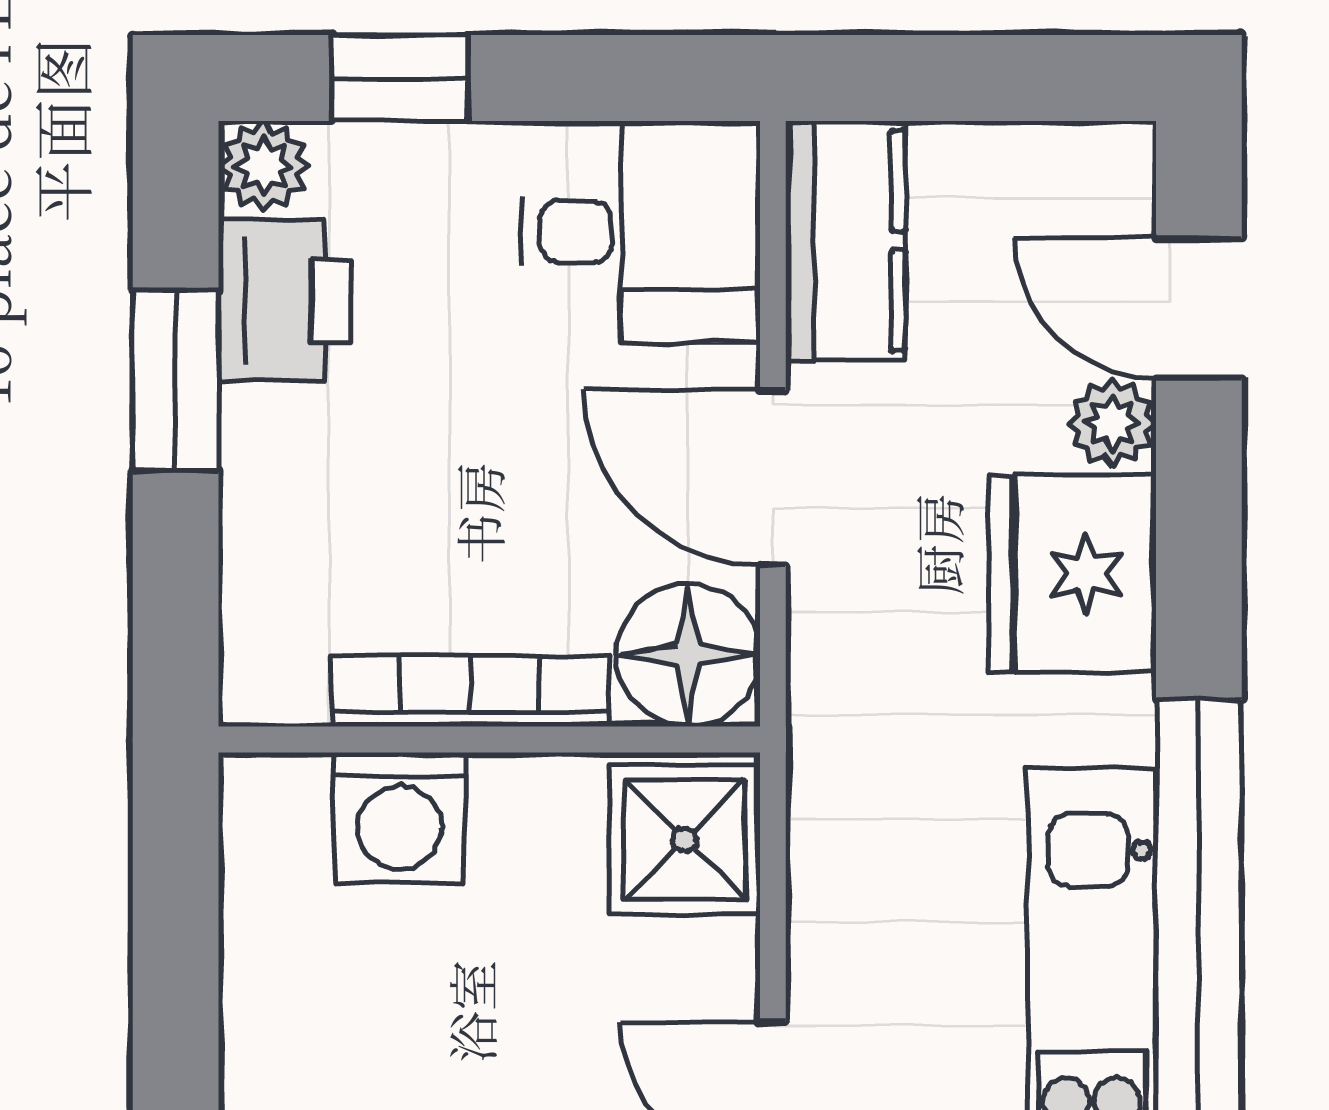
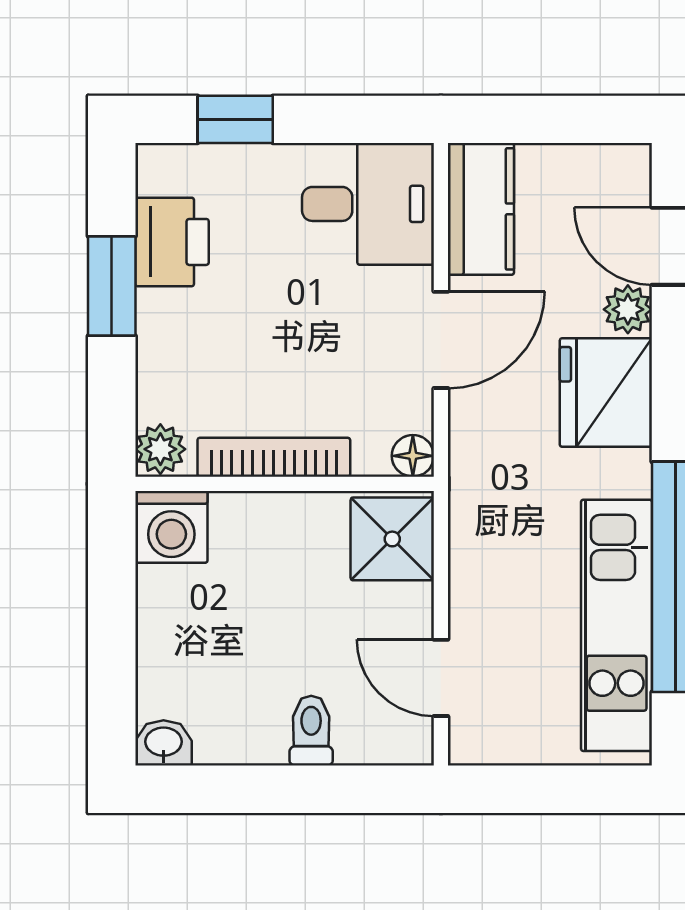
plant: (264, 166) -> (160, 449), moved
door: (773, 478) -> (441, 340), swing flipped
floor lamp: (688, 655) -> (413, 456), width x0.53, depth x0.53
washing machine: (400, 818) -> (171, 527), moved

